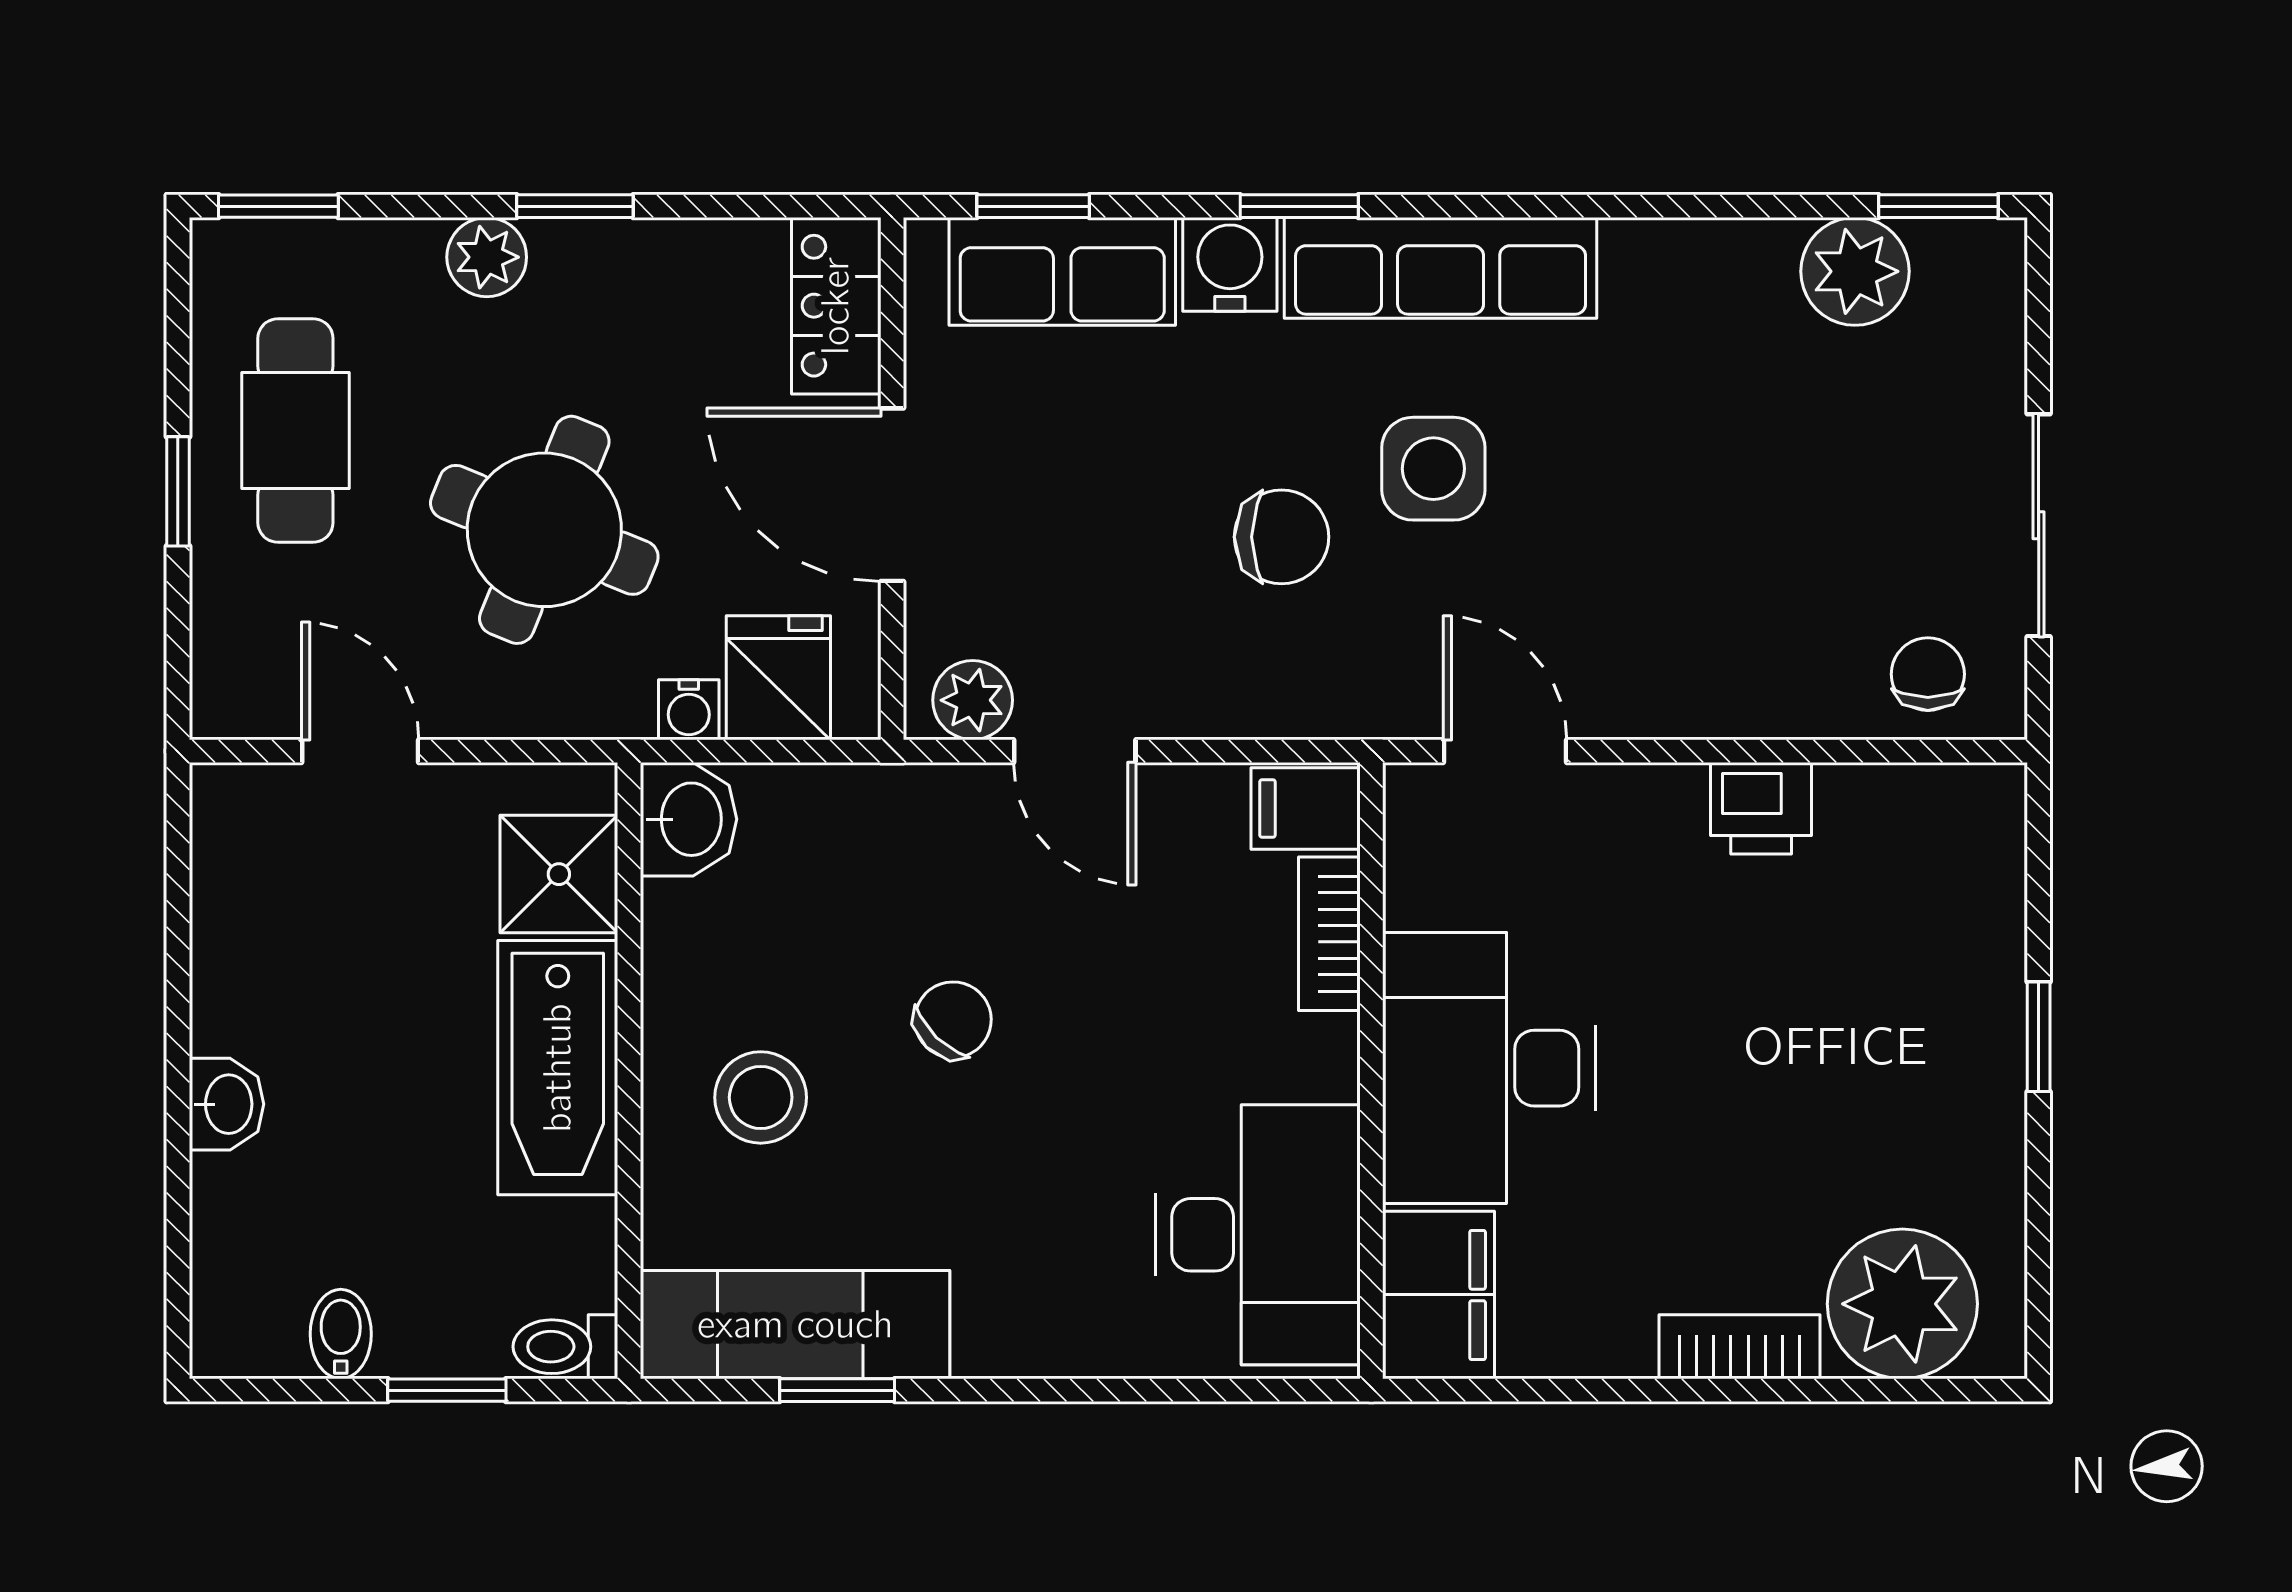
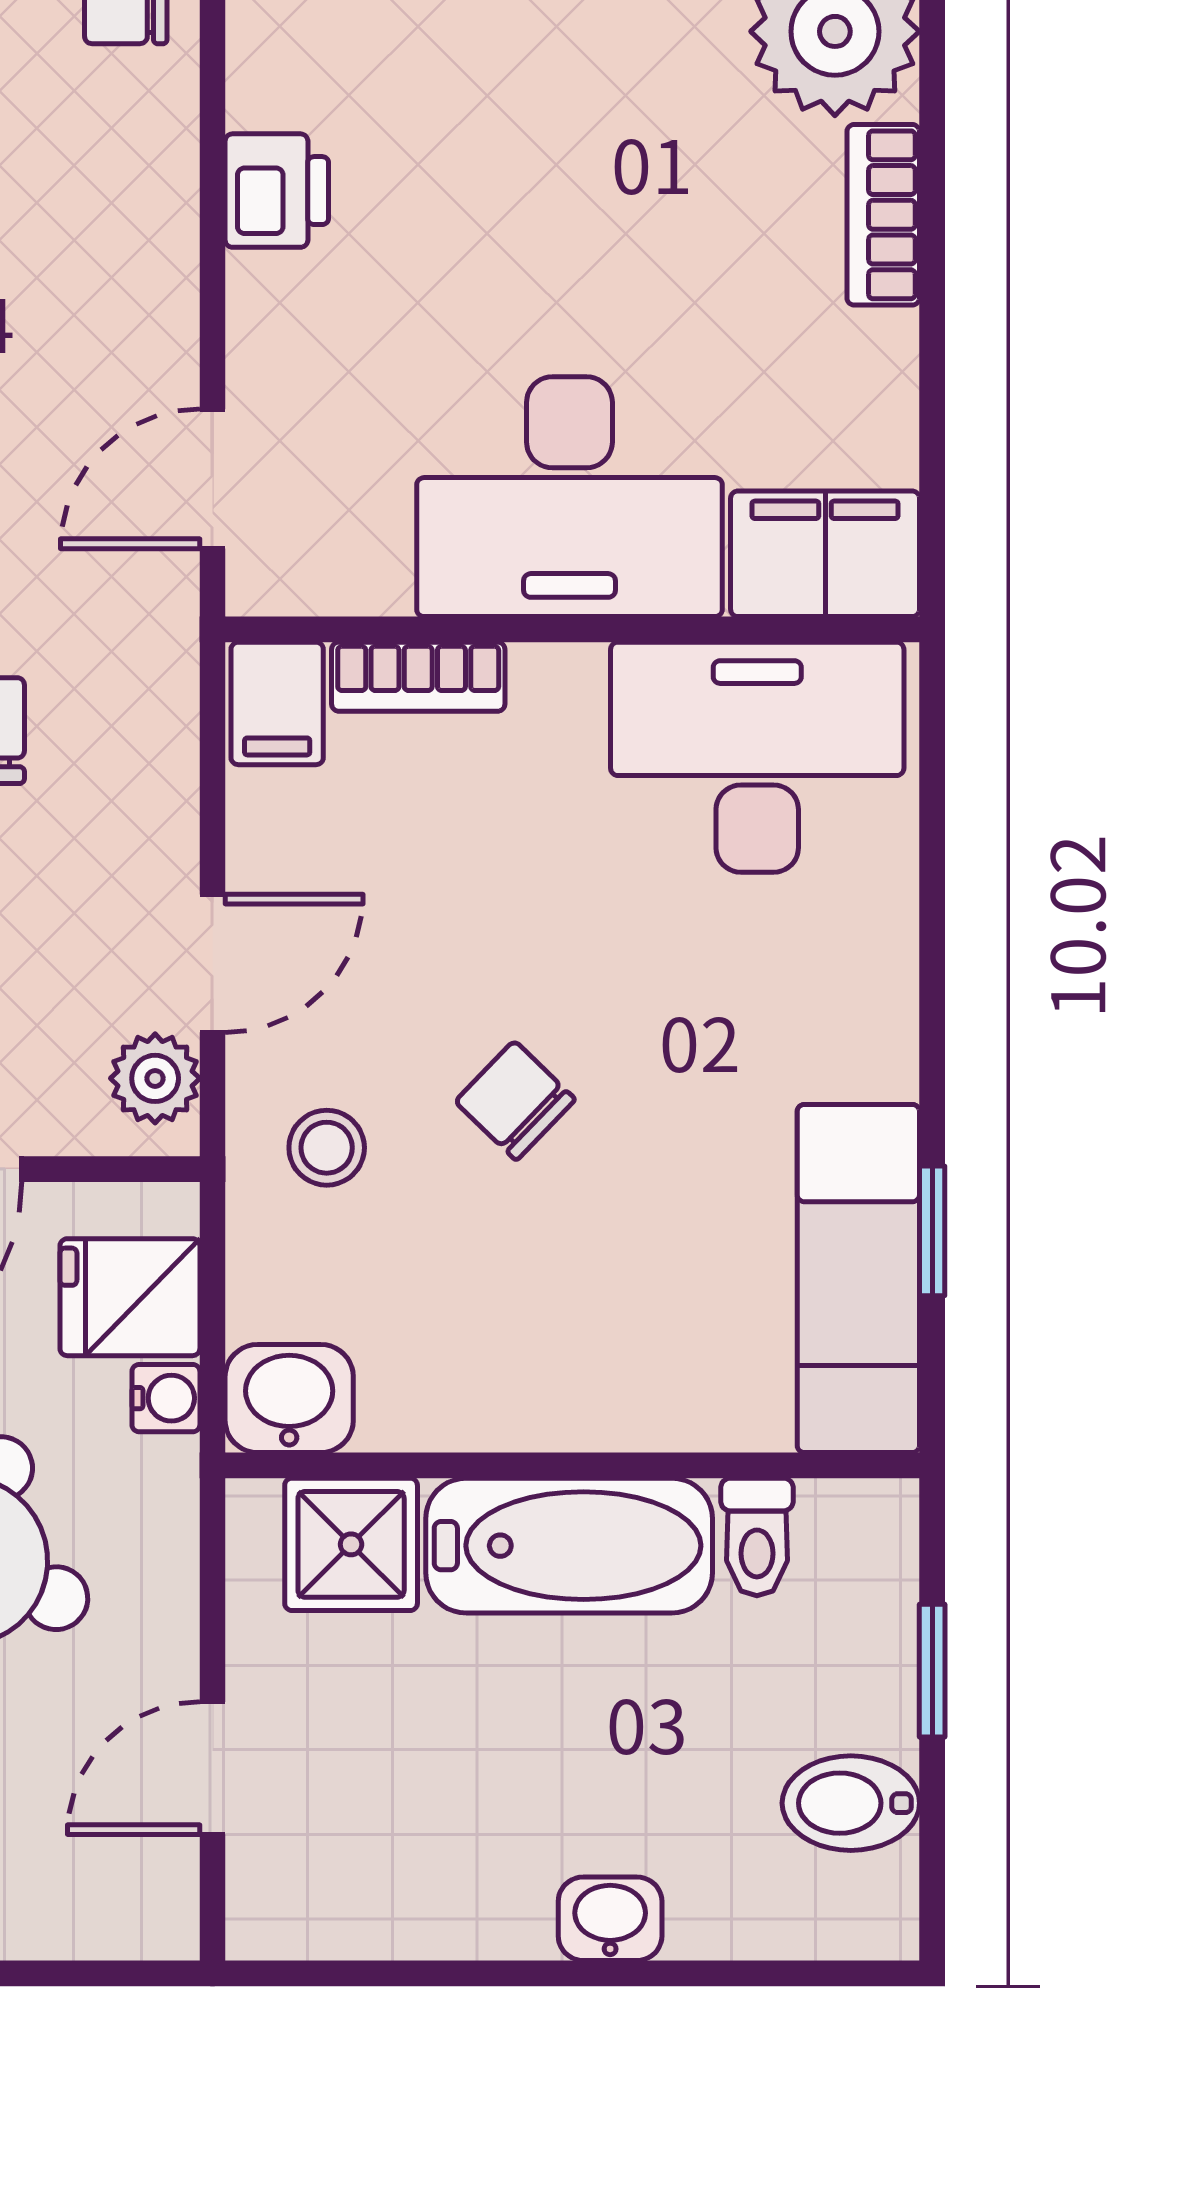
stool: (761, 1097) -> (327, 1148), moved, width x0.73, depth x0.73
bidet: (341, 1334) -> (851, 1803), width x1.38, depth x1.36
toilet: (565, 1347) -> (757, 1537), moved

